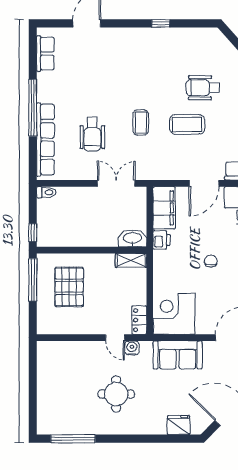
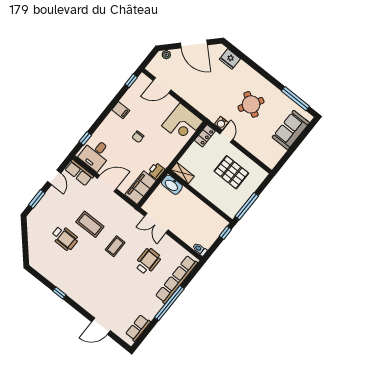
pallet: (69, 287) -> (231, 172), moved, turned 90
sofa: (178, 355) -> (291, 130), moved, turned -90
round table: (116, 394) -> (251, 104), turned 31

